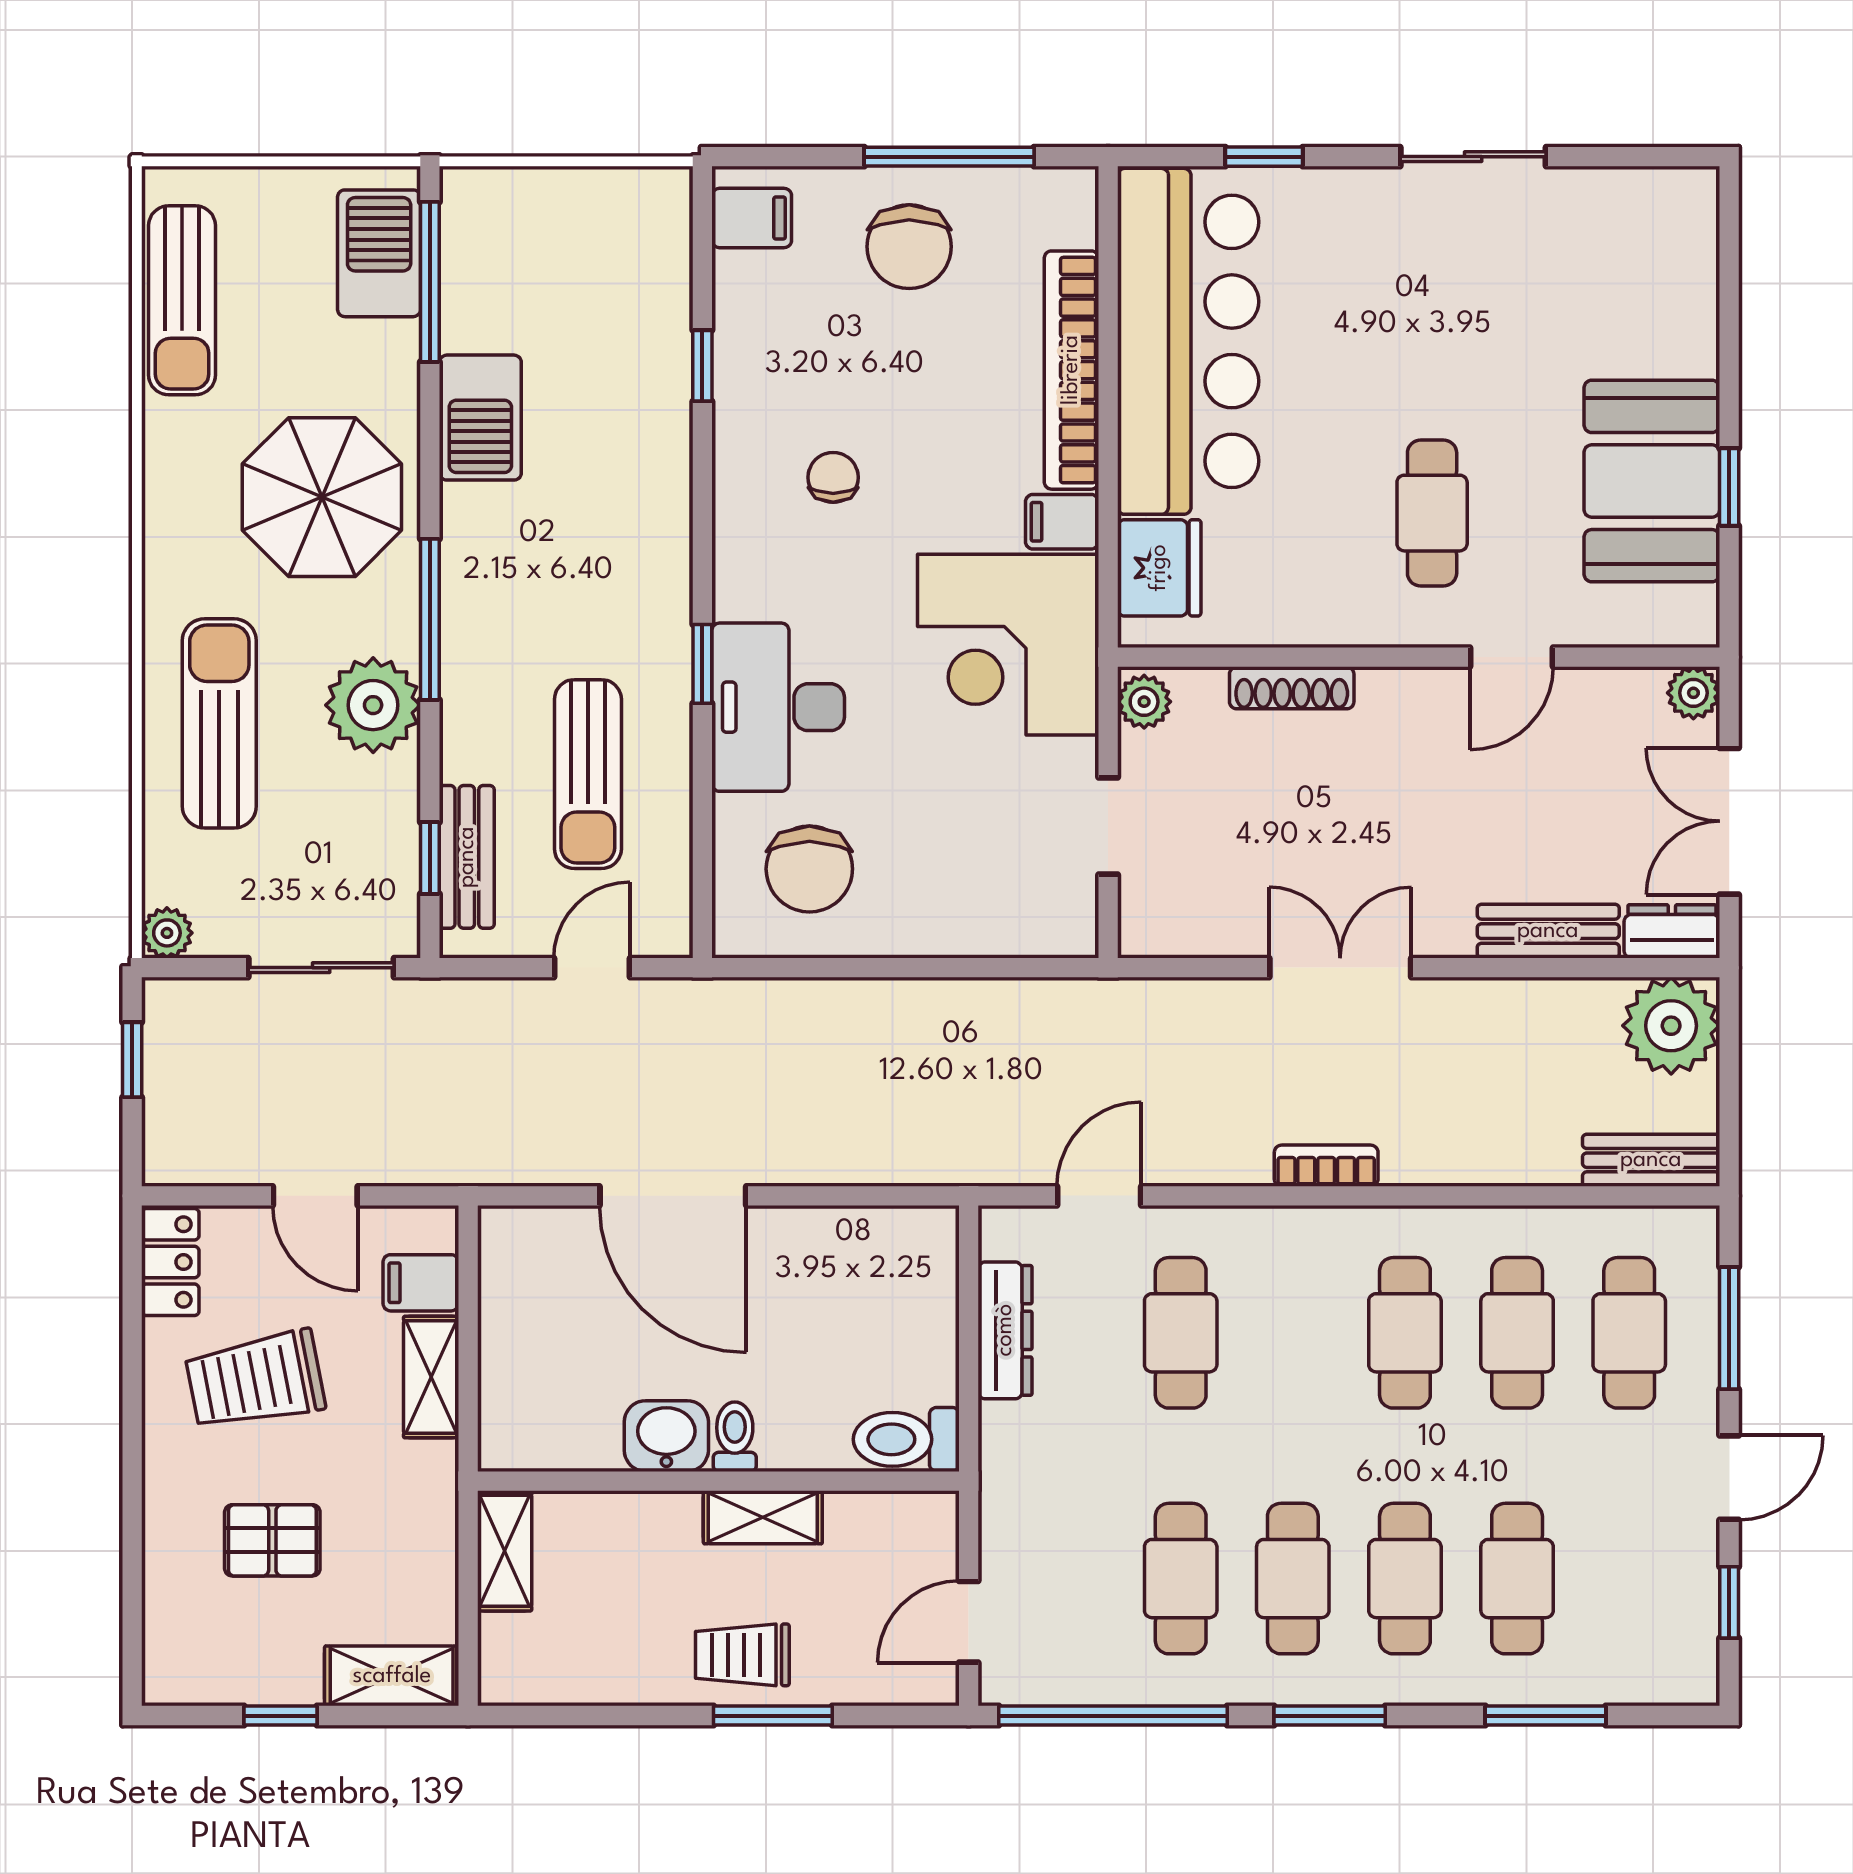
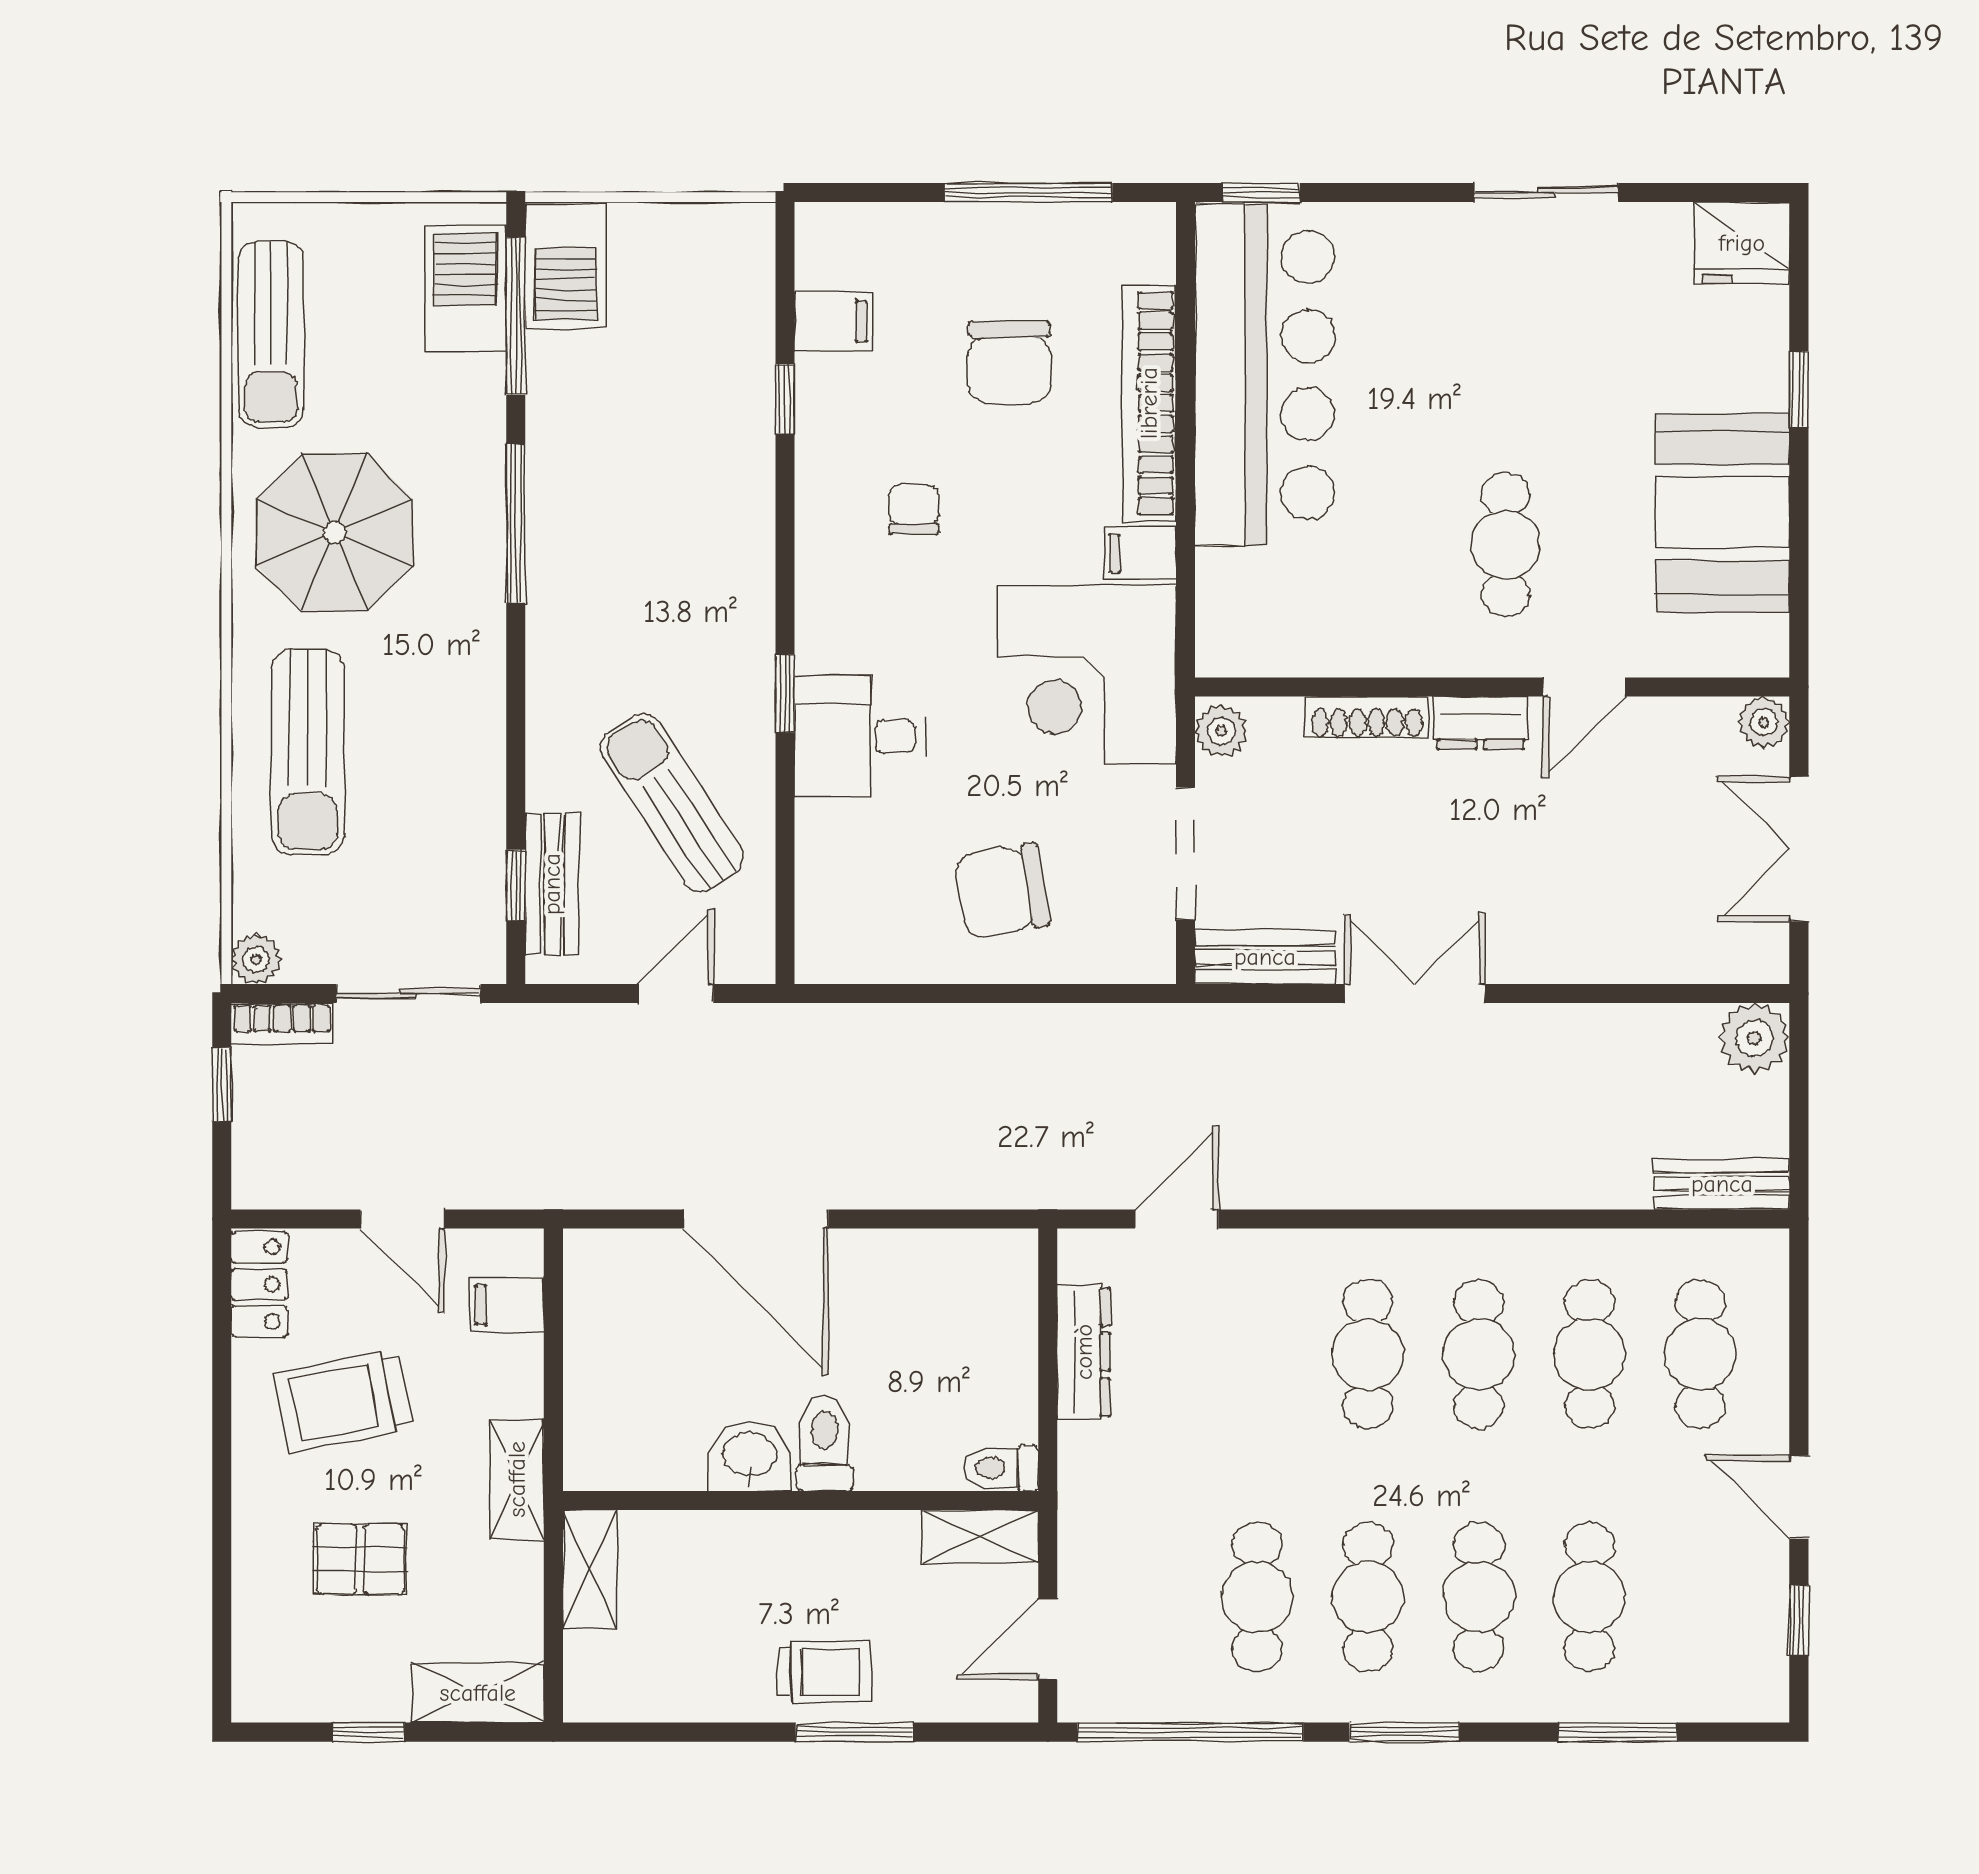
window: (1264, 157) -> (1261, 192), moved
filing cabinet: (752, 218) -> (834, 321), moved
chair: (909, 247) -> (1009, 362), moved
barbecue: (480, 418) -> (566, 266), moved
window: (1729, 487) -> (1799, 389), moved
parasol: (322, 497) -> (335, 533), moved
fridge: (1159, 568) -> (1742, 243), moved, turned 90
window: (430, 619) -> (516, 523), moved
plant: (373, 705) -> (460, 734), removed
desk: (778, 707) -> (860, 736), width x0.73
sun lounger: (219, 723) -> (308, 752), turned 180
sun lounger: (588, 774) -> (672, 802), turned 147
doorway: (1108, 826) -> (1186, 854), width x1.38
chair: (809, 869) -> (1002, 891), moved, turned 80
bench: (1548, 931) -> (1265, 957), moved
dresser: (1672, 931) -> (1480, 723), moved, turned 180
plant: (1671, 1026) -> (1754, 1038), width x0.73, depth x0.73
bookcase: (1326, 1166) -> (282, 1023), moved, turned 180
window: (1729, 1328) -> (1799, 1350), removed
cafe table: (1181, 1333) -> (1368, 1354), moved
shelving: (431, 1377) -> (517, 1479), moved
toilet: (735, 1437) -> (825, 1443), width x1.37, depth x1.39
toilet: (906, 1439) -> (1001, 1468), width x0.73, depth x0.72
door: (1729, 1478) -> (1799, 1497), swing flipped
shelving: (763, 1517) -> (980, 1536), moved
trolley: (742, 1655) -> (824, 1672), turned 180

